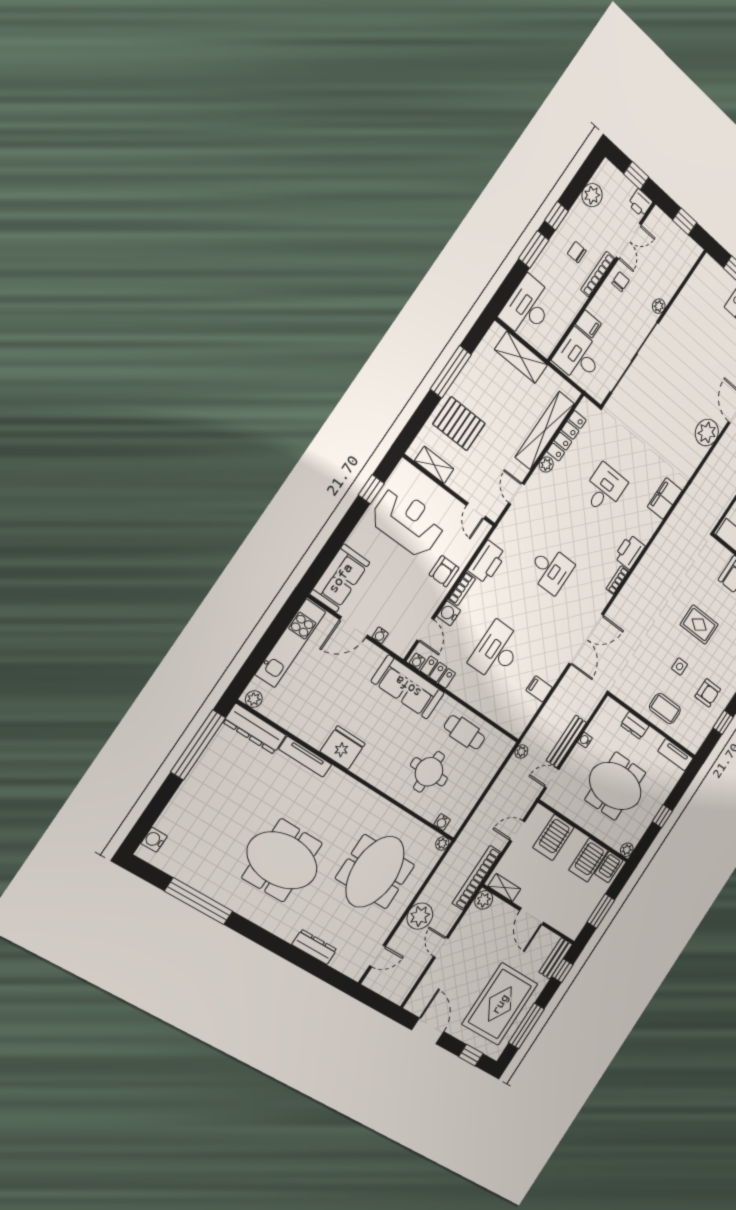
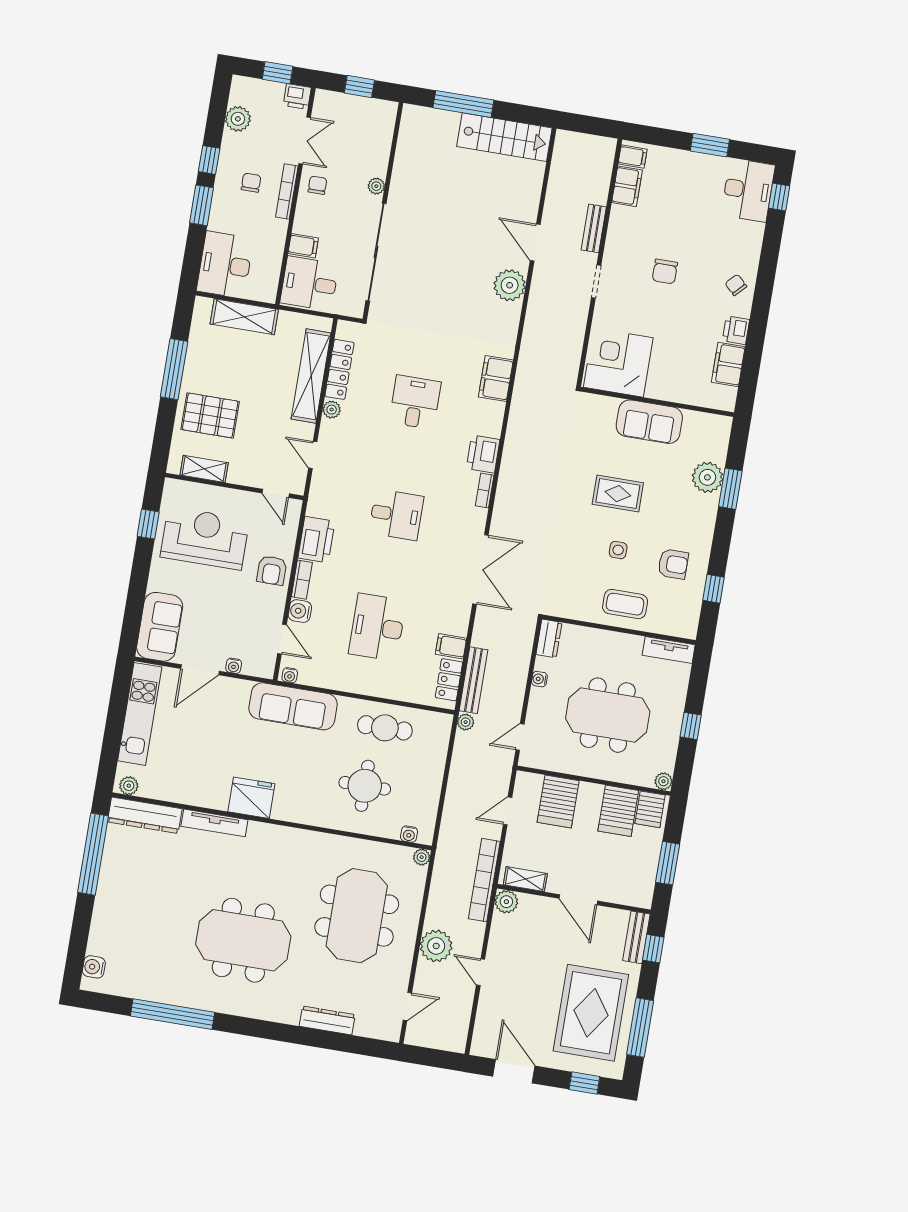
chair: (577, 252) -> (251, 183), turned 90
locker: (438, 672) -> (449, 680), moved, turned -90
dresser: (635, 725) -> (549, 638), moved, turned -90
bench: (566, 741) -> (473, 680), moved

